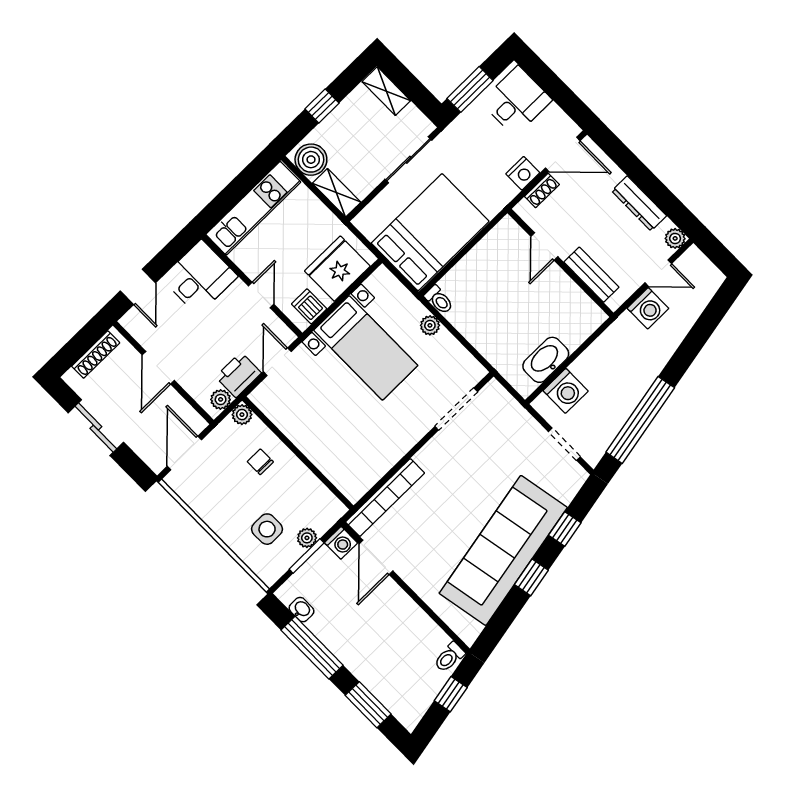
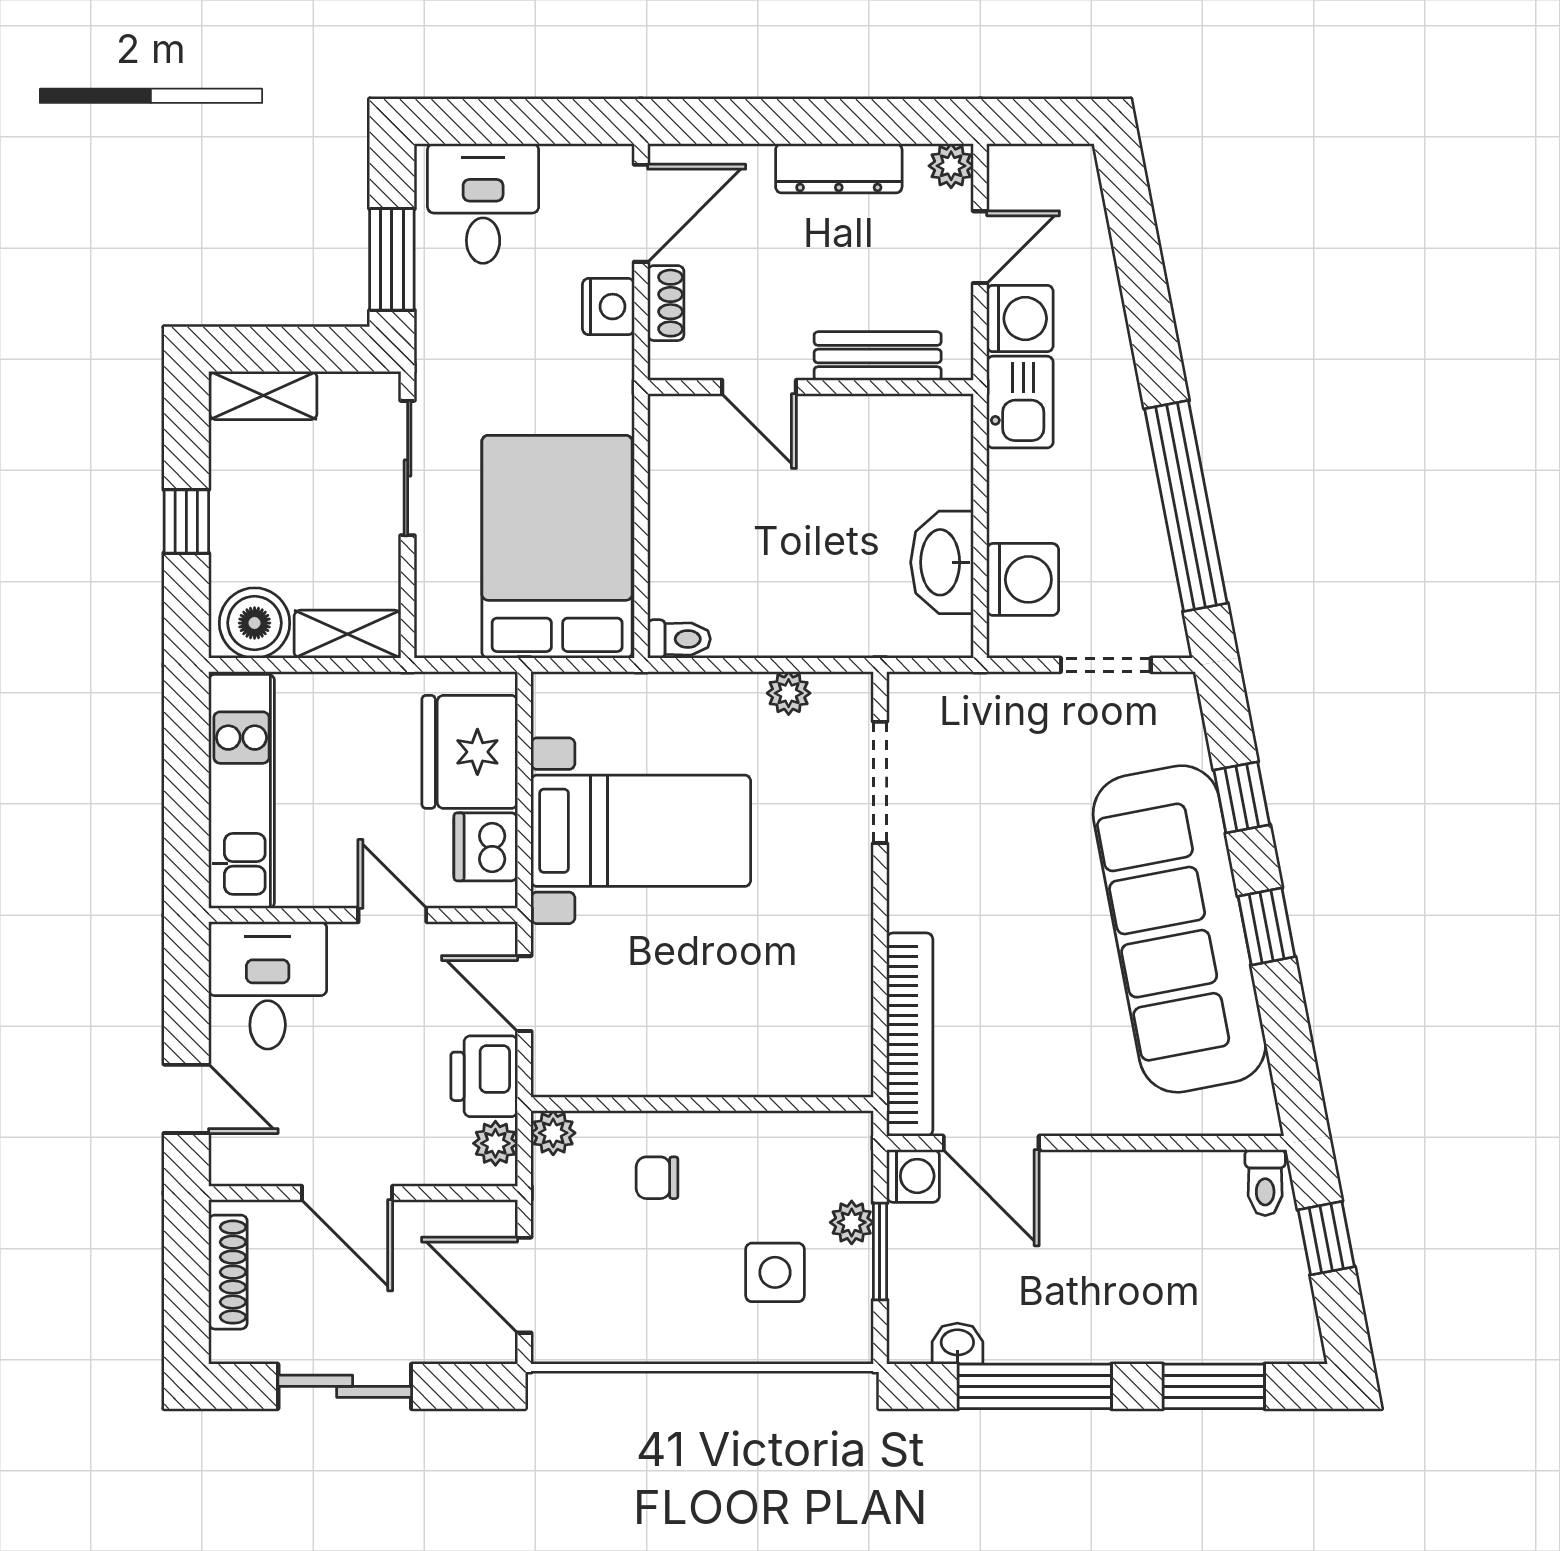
dishwasher: (309, 306) -> (486, 847), width x1.38
plant: (430, 325) -> (789, 693), moved
kitchen sink: (621, 334) -> (1020, 402), added

